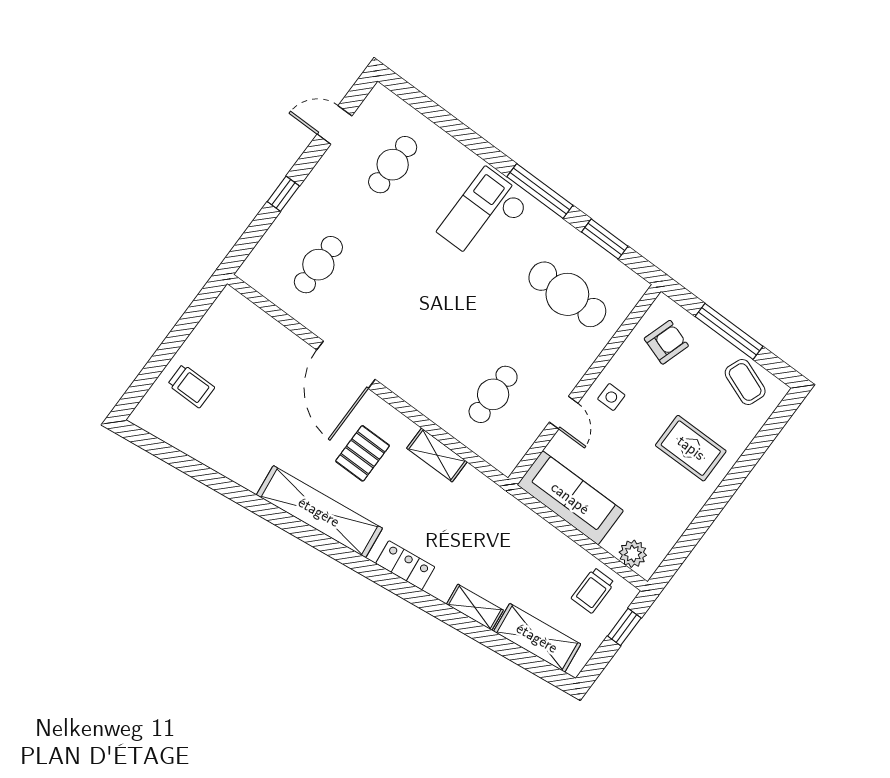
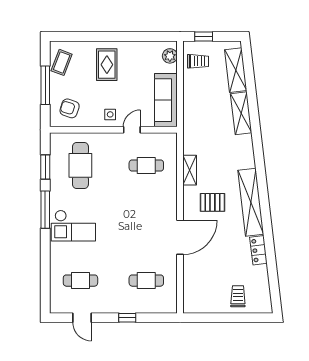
locker: (405, 565) -> (258, 250), moved
shelving: (475, 607) -> (241, 113), width x1.50, depth x1.33

